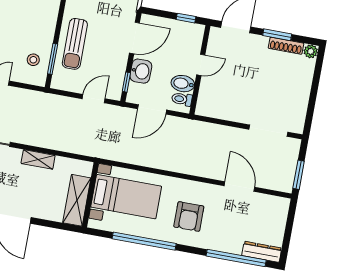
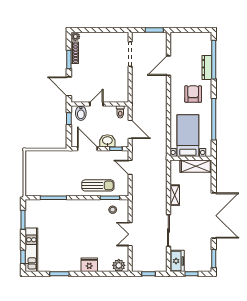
door: (201, 65) -> (97, 104), hinge flipped
bidet: (183, 84) -> (81, 113), moved
armchair: (189, 217) -> (193, 94), turned -90
dresser: (262, 252) -> (207, 68), moved

